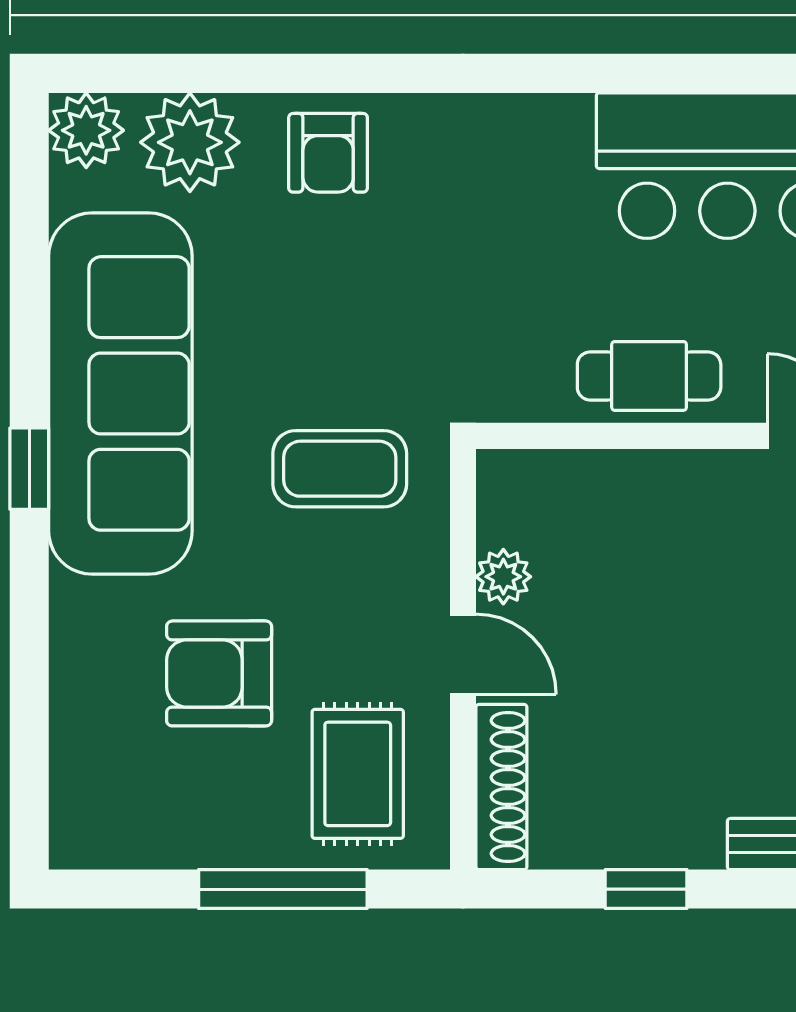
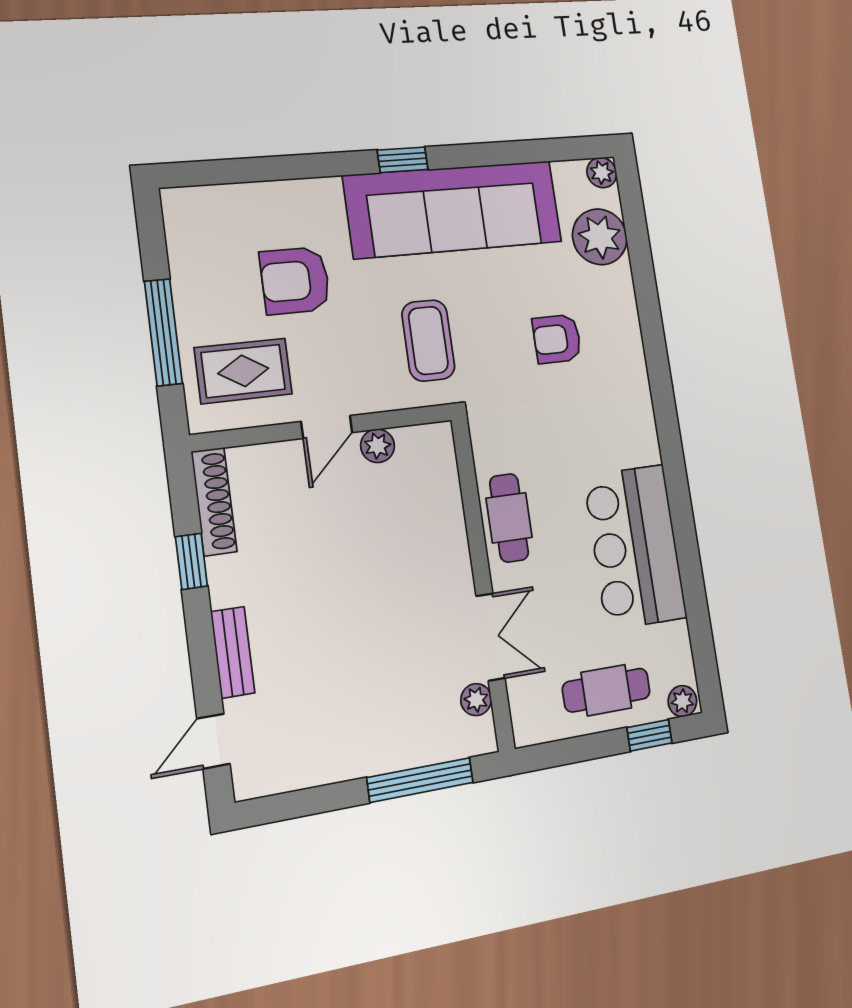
plant: (86, 130) -> (602, 173), width x0.73, depth x0.73
armchair: (328, 153) -> (557, 339), moved
armchair: (219, 673) -> (295, 281), turned -90
shoe rack: (501, 787) -> (214, 502), moved, turned -90

